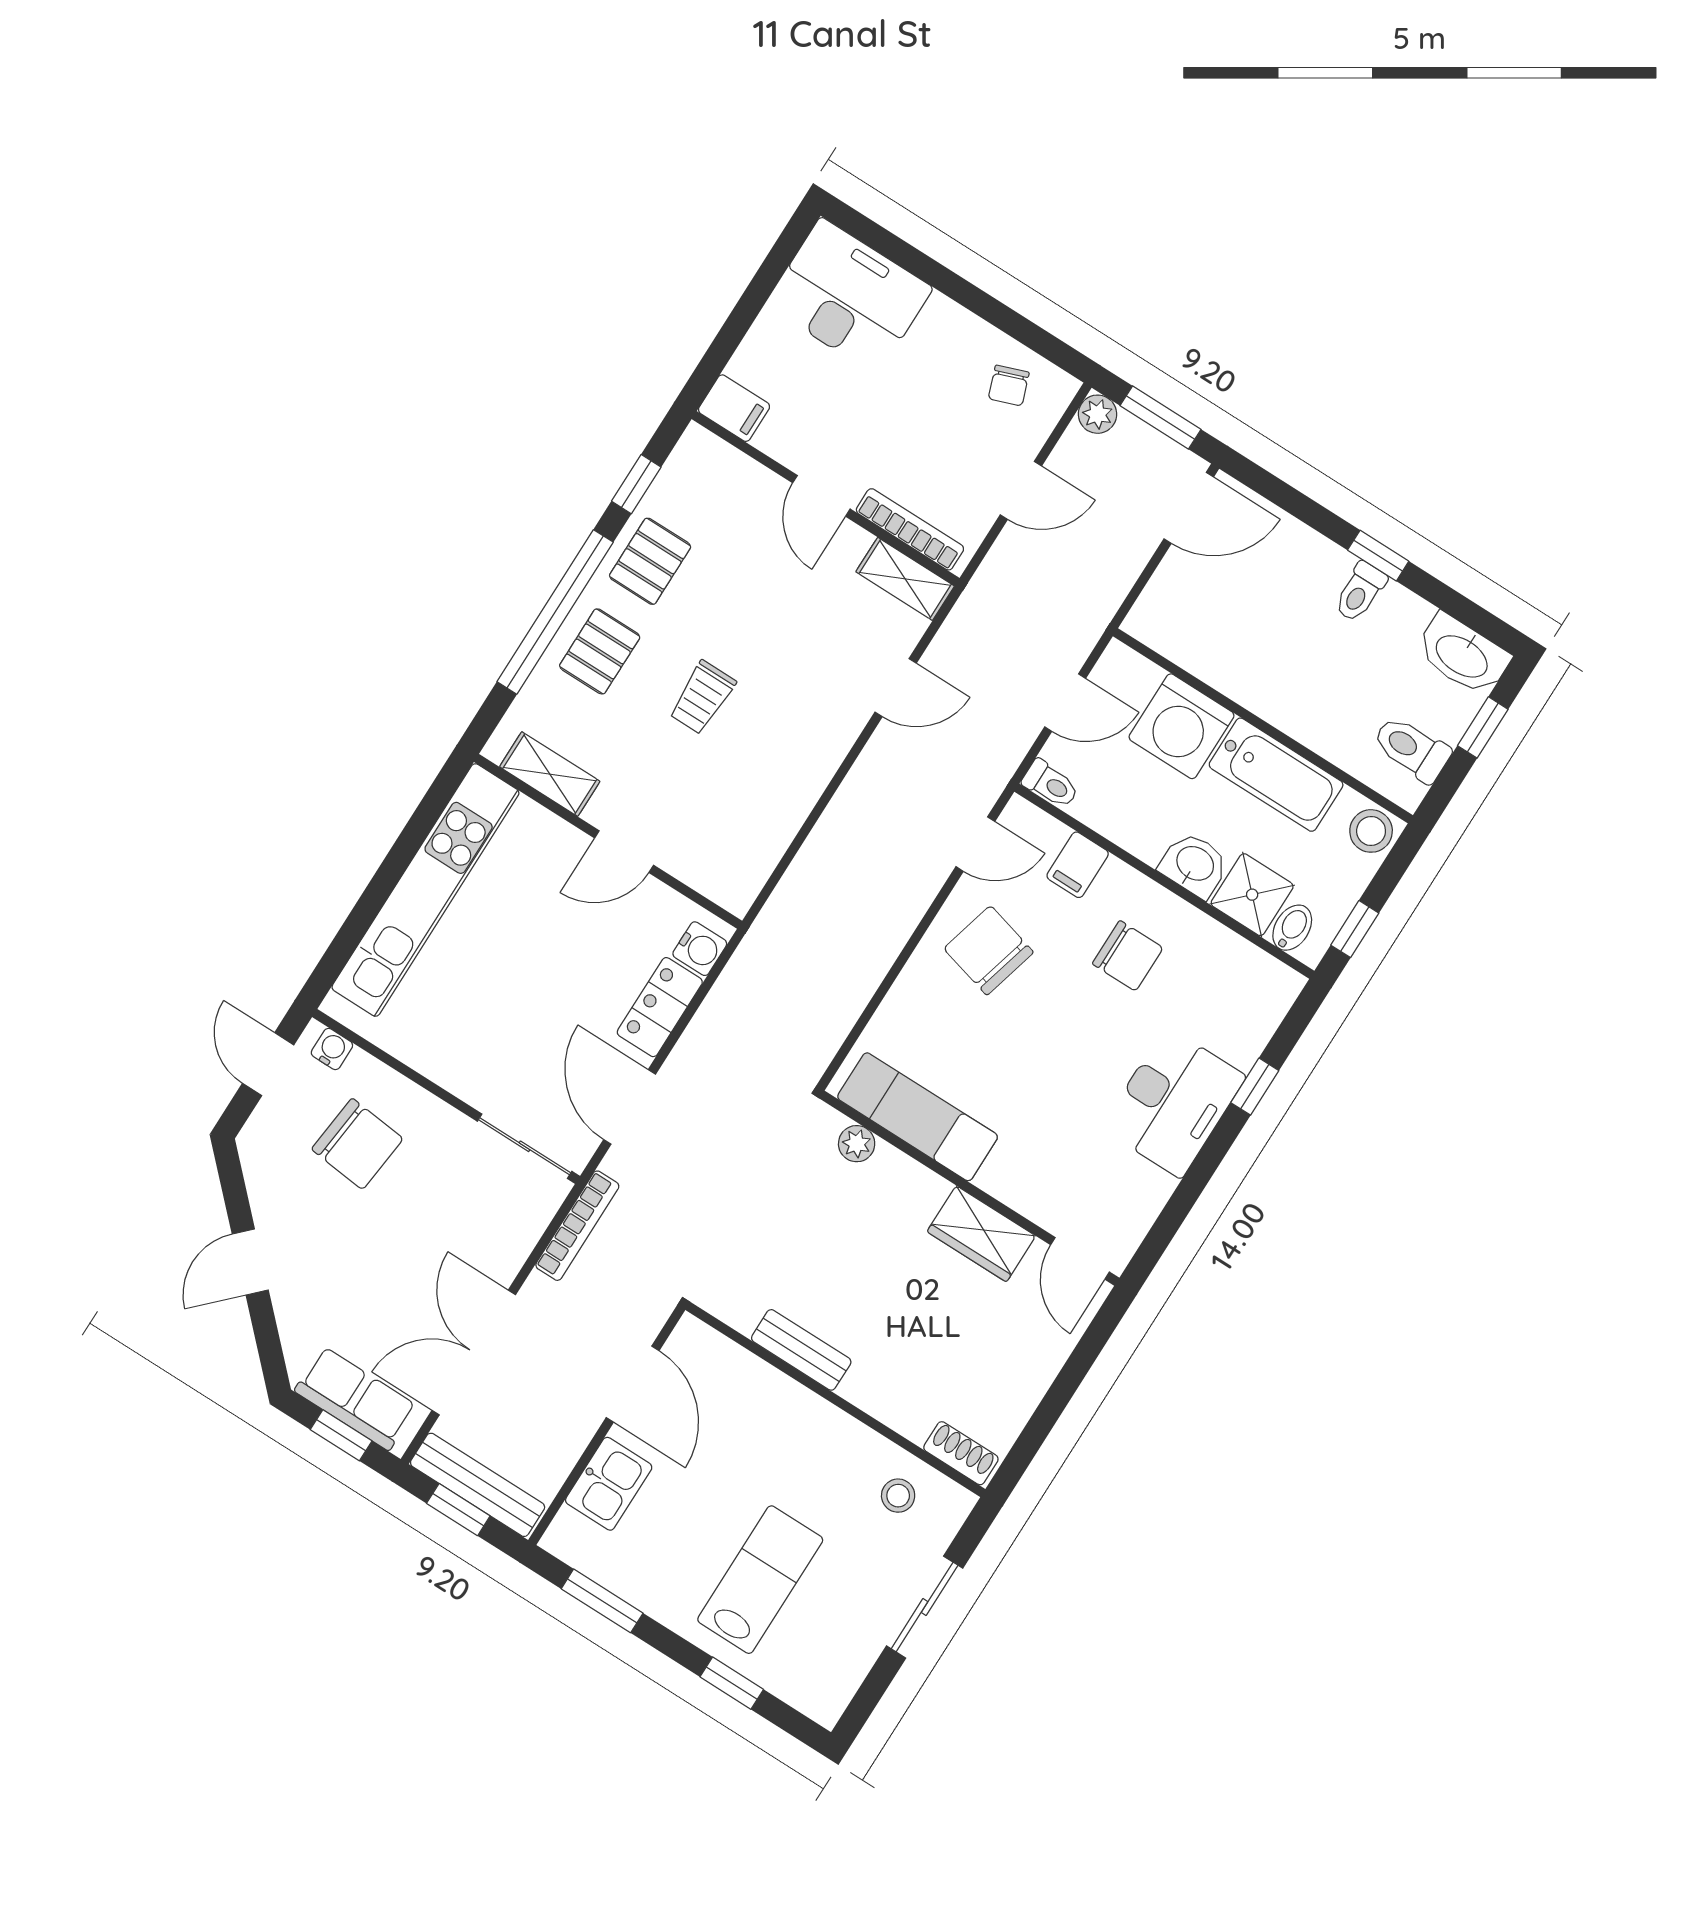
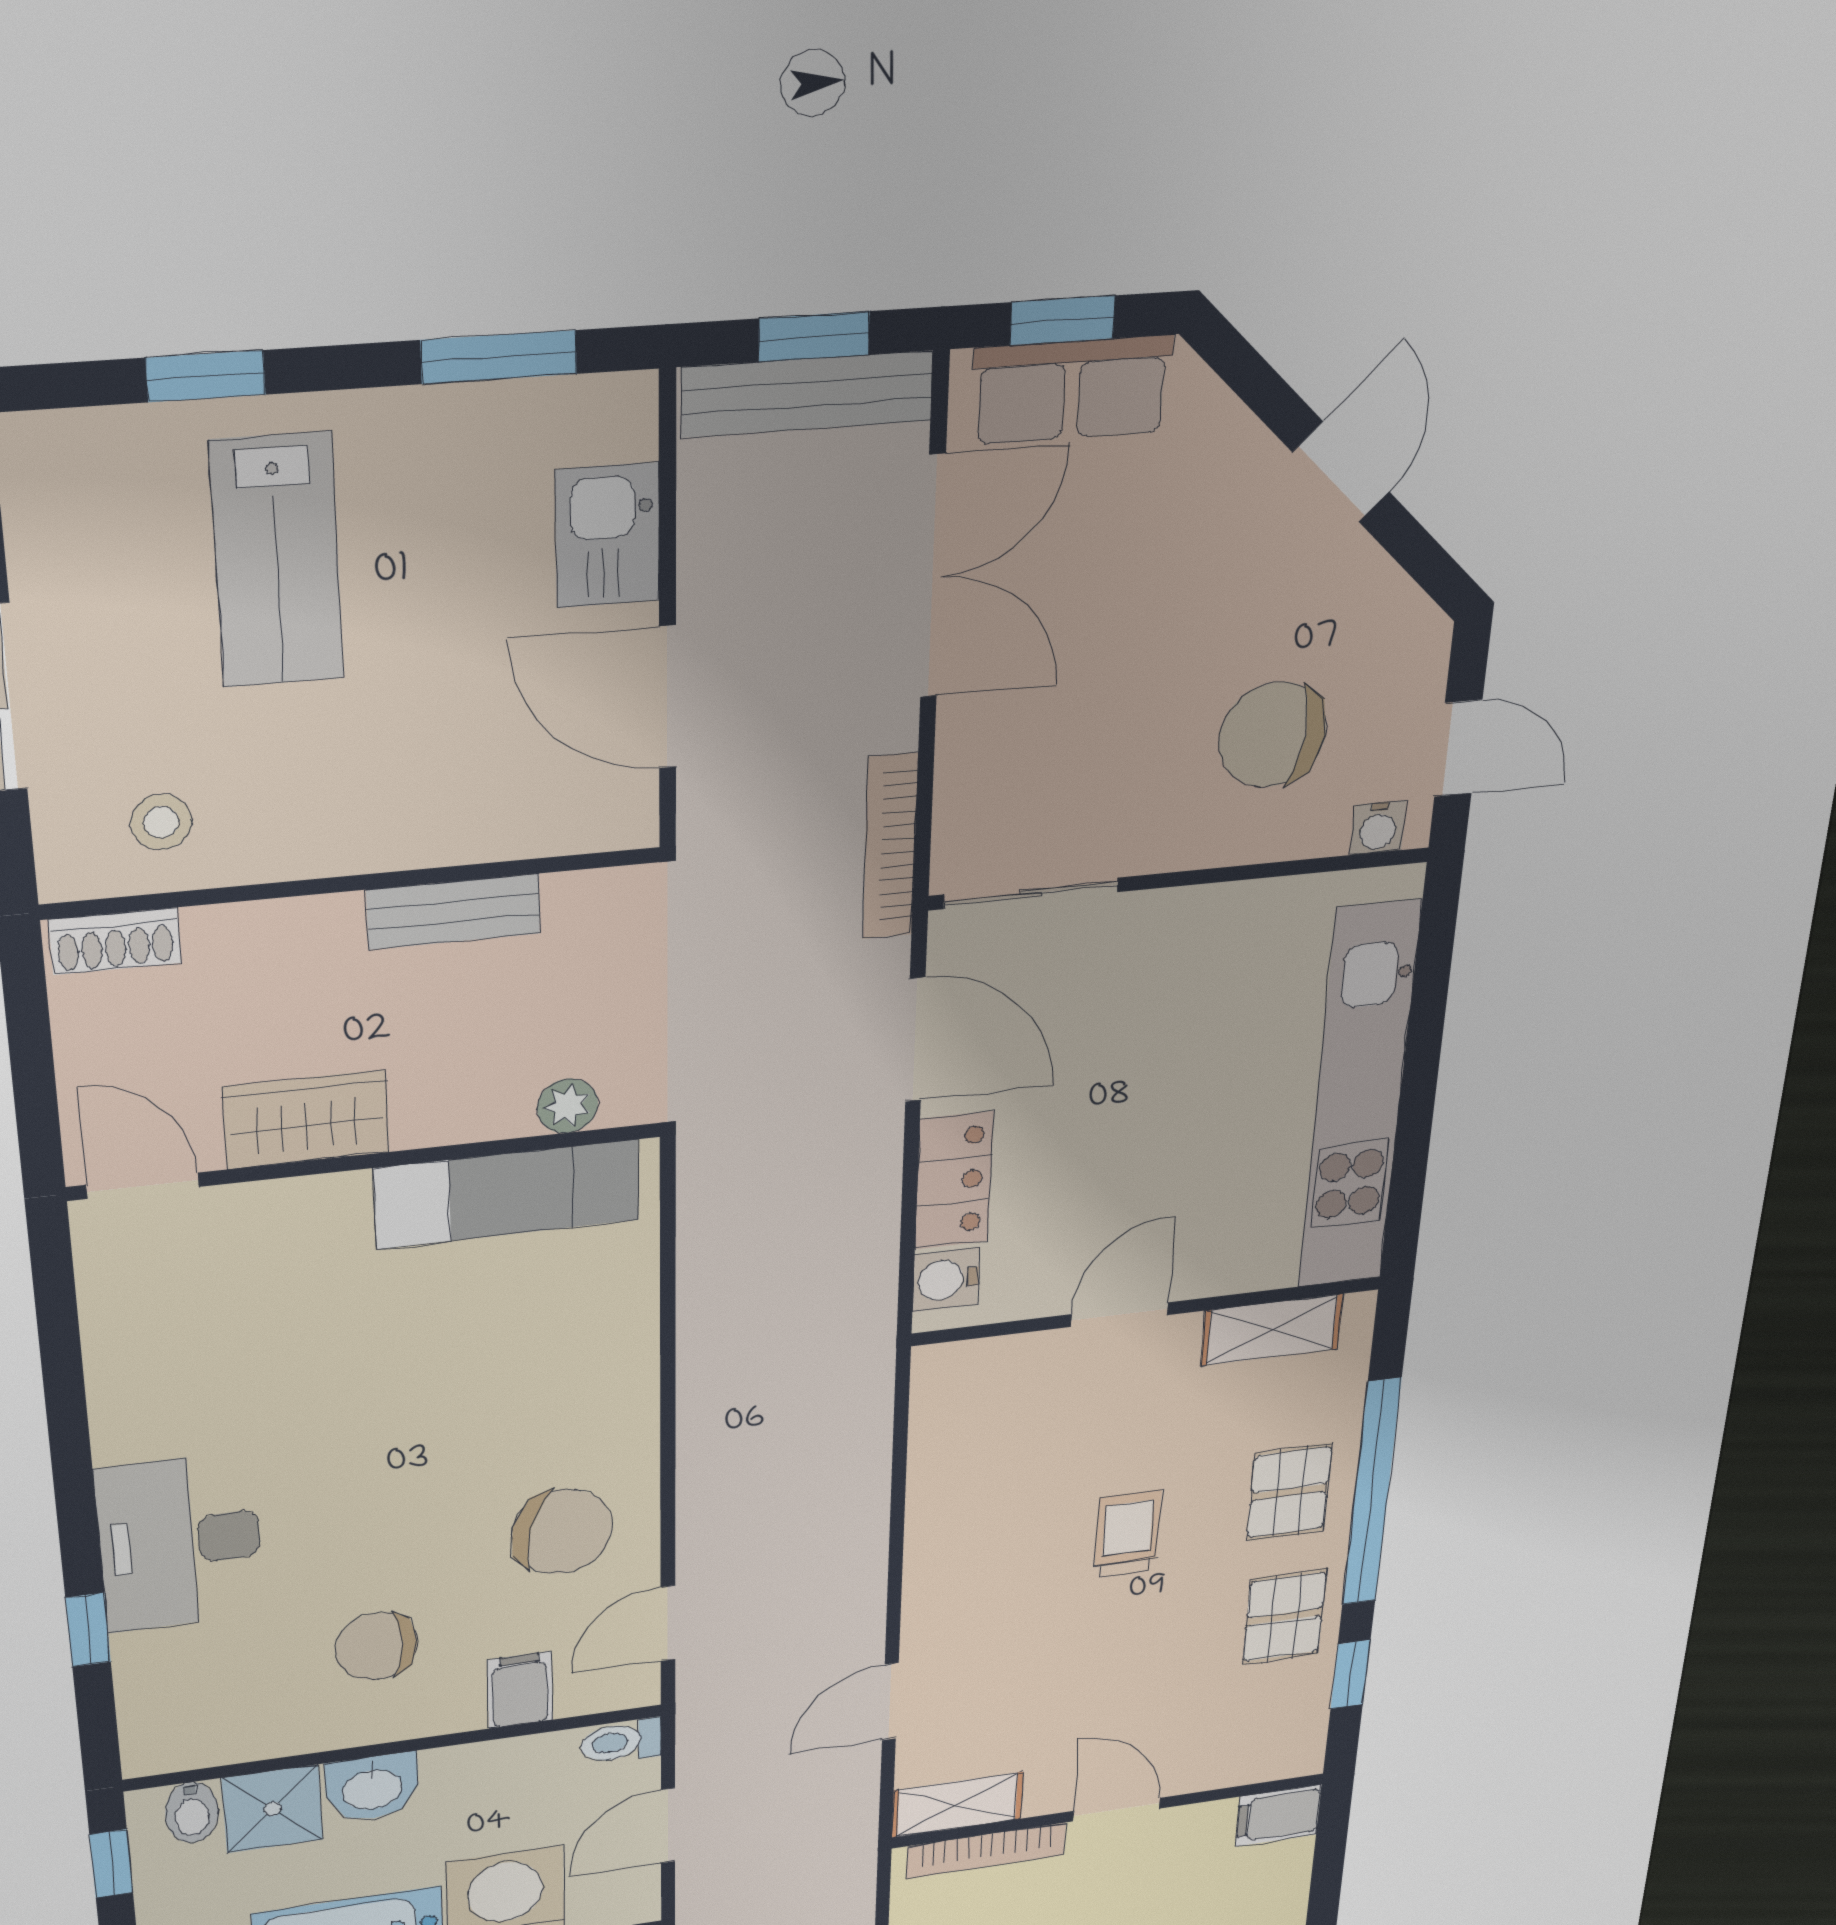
exam couch: (918, 1117) -> (507, 1194), moved
plant: (857, 1144) -> (568, 1106), moved
wall: (969, 1188) -> (368, 1161), moved
wardrobe: (981, 1234) -> (306, 1120), moved
door: (1080, 1258) -> (143, 1186), moved

